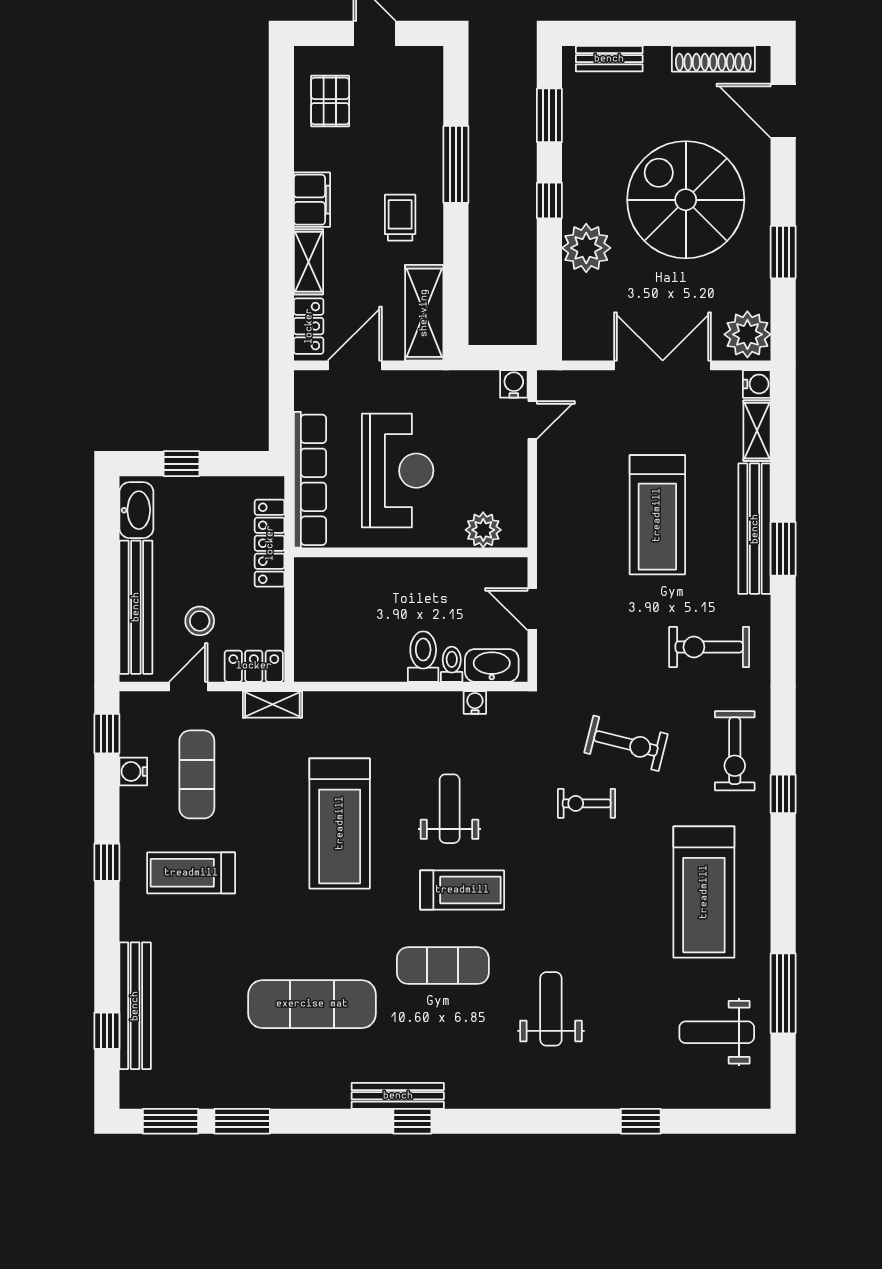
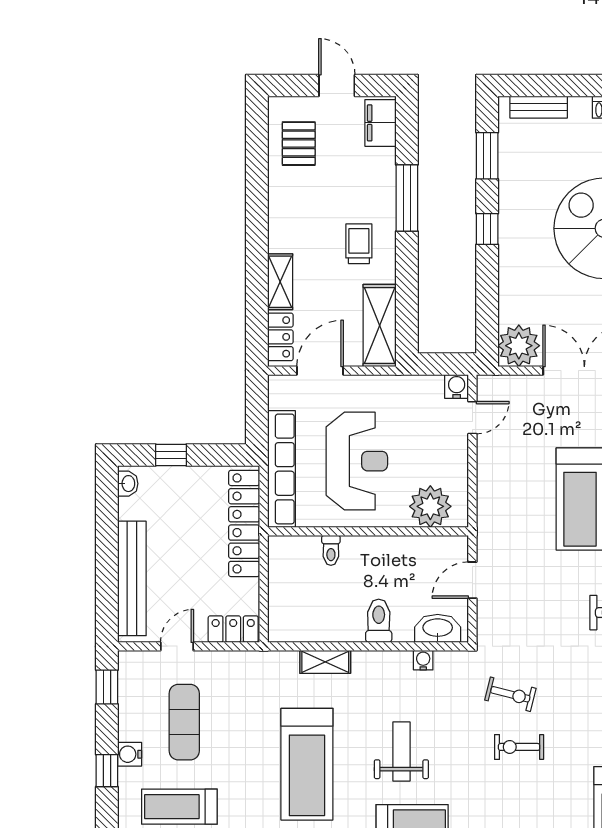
filing cabinet: (312, 200) -> (381, 123), moved, turned 180
plant: (586, 248) -> (519, 346), moved
washbasin: (136, 510) -> (128, 484), width x0.52, depth x0.69
plant: (483, 530) -> (430, 506), width x1.36, depth x1.36
locker: (270, 543) -> (244, 523), width x1.41, depth x1.21
door: (532, 609) -> (472, 580), hinge flipped
stool: (200, 621) -> (187, 590), removed
toilet: (452, 664) -> (331, 550), moved, turned 180
shelving: (272, 704) -> (325, 662), moved
exercise bike: (626, 743) -> (510, 694), moved, width x0.73, depth x0.72
water cooler: (133, 771) -> (130, 754), moved
window: (107, 862) -> (107, 771), moved

